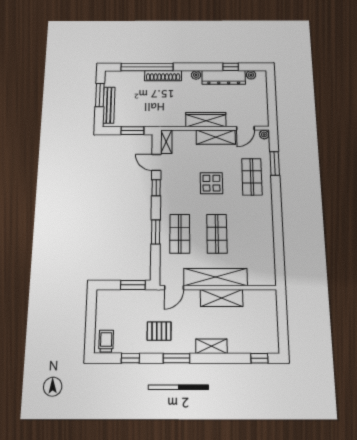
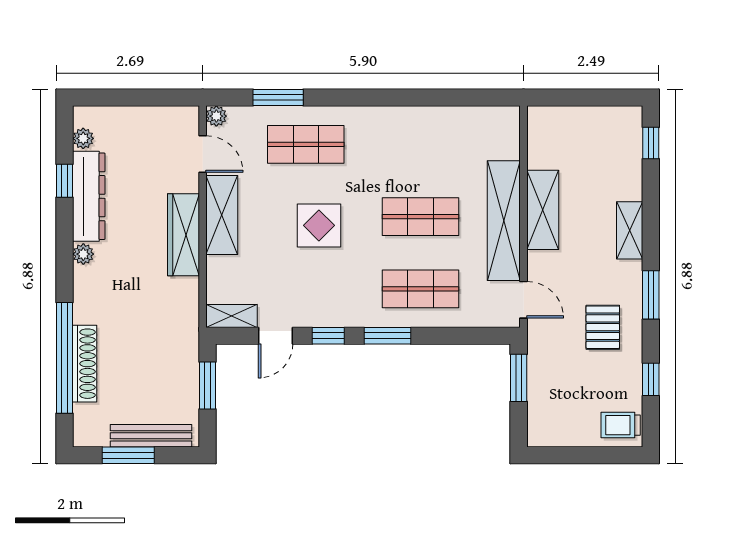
shoe rack: (163, 76) -> (85, 364), moved
window: (156, 232) -> (388, 336), moved

